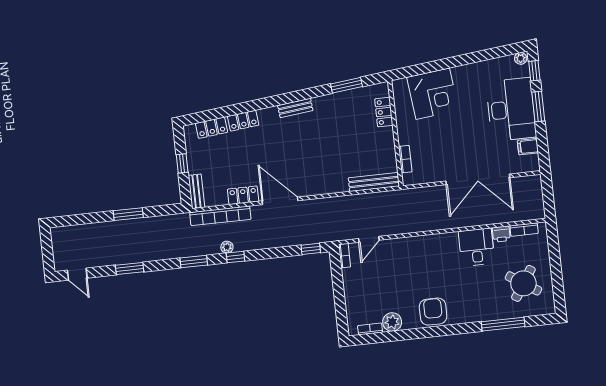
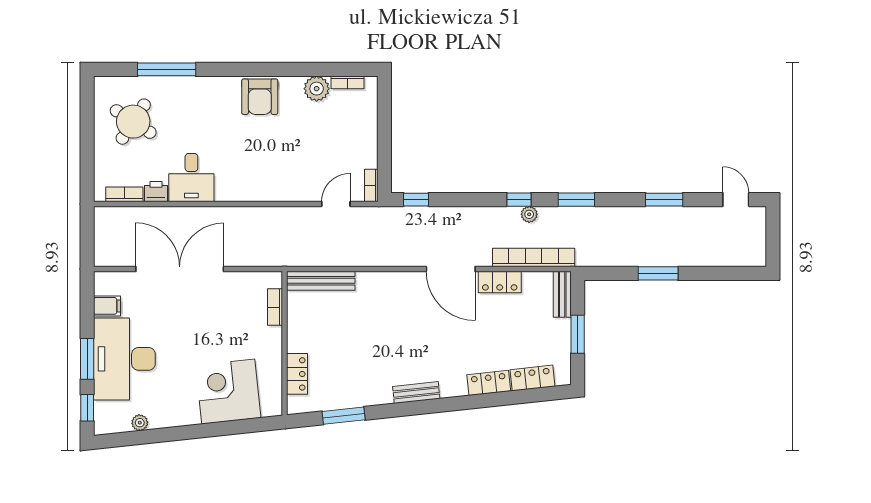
plant: (521, 58) -> (140, 423), moved
window: (182, 163) -> (578, 334), width x1.50

